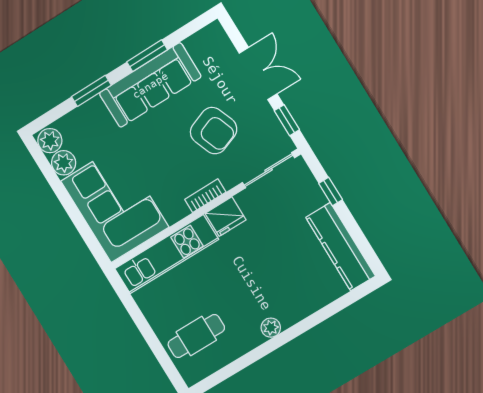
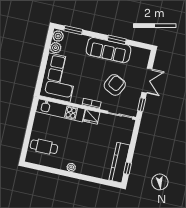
window: (91, 91) -> (73, 30), moved
armchair: (214, 131) -> (115, 85), turned -133
window: (331, 192) -> (127, 168), moved

